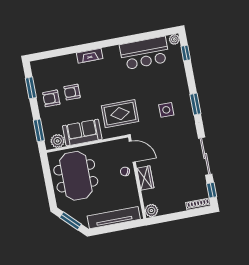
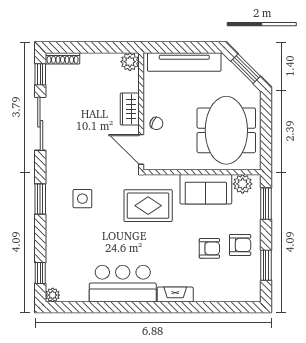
bar counter: (145, 53) -> (123, 284), moved

